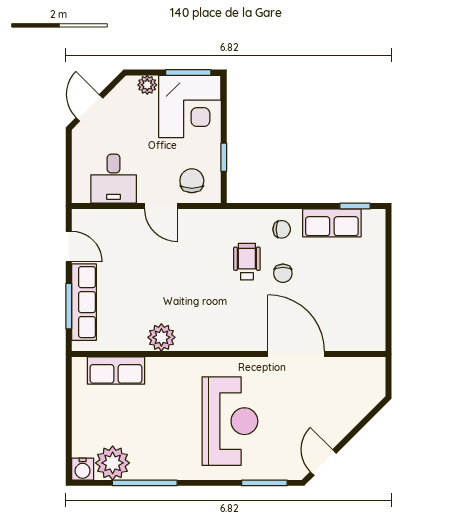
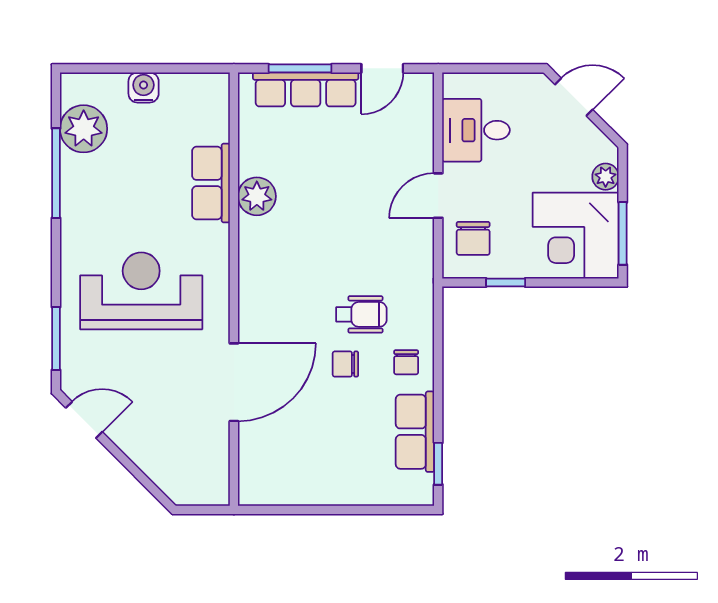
chair: (192, 181) -> (473, 238), turned 90
row of seats: (116, 371) -> (211, 183), moved
reception desk: (230, 421) -> (141, 291), turned 180
water cooler: (83, 469) -> (144, 87), moved, turned 90

